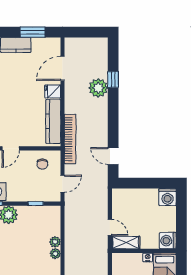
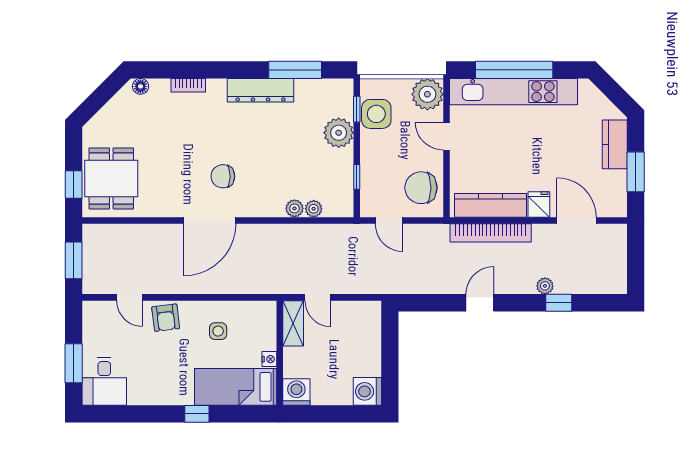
plant: (98, 88) -> (545, 286), width x0.53, depth x0.53
bookcase: (70, 139) -> (491, 233), moved
door: (113, 156) -> (480, 303), moved
chair: (42, 164) -> (421, 188), width x1.87, depth x1.87
door: (110, 227) -> (318, 297), hinge flipped
plant: (55, 254) -> (314, 209), moved

